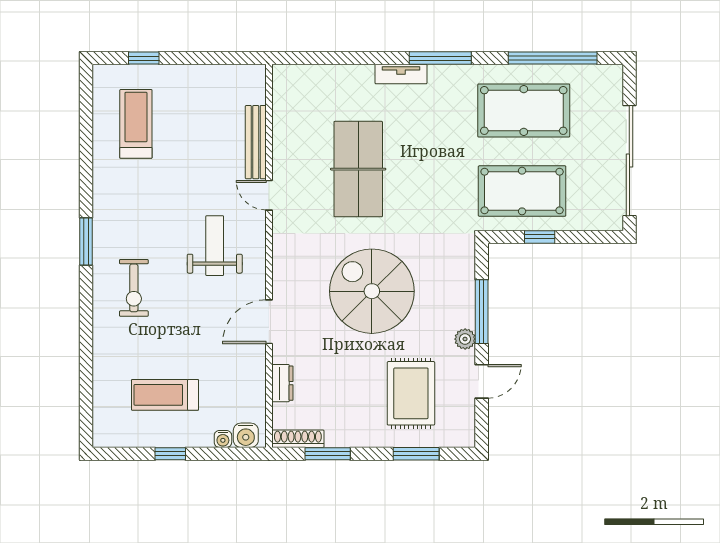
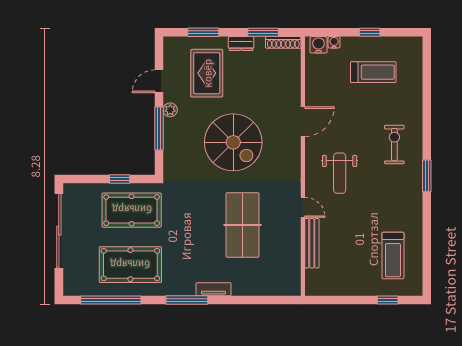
dresser: (282, 383) -> (241, 44), moved, turned -90

